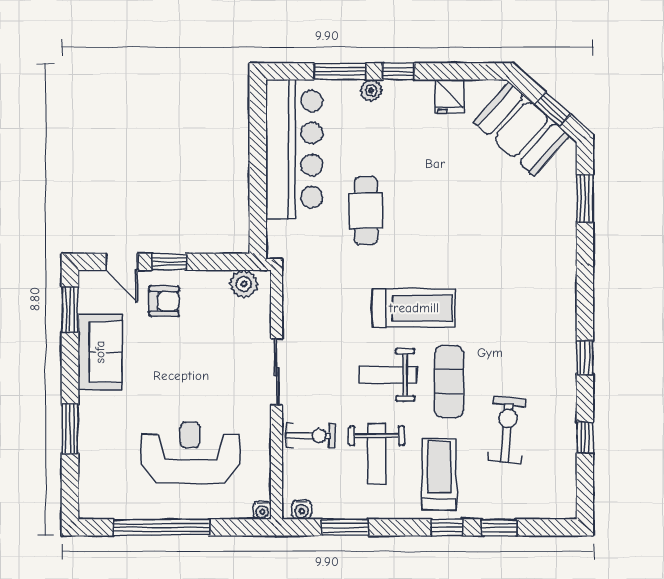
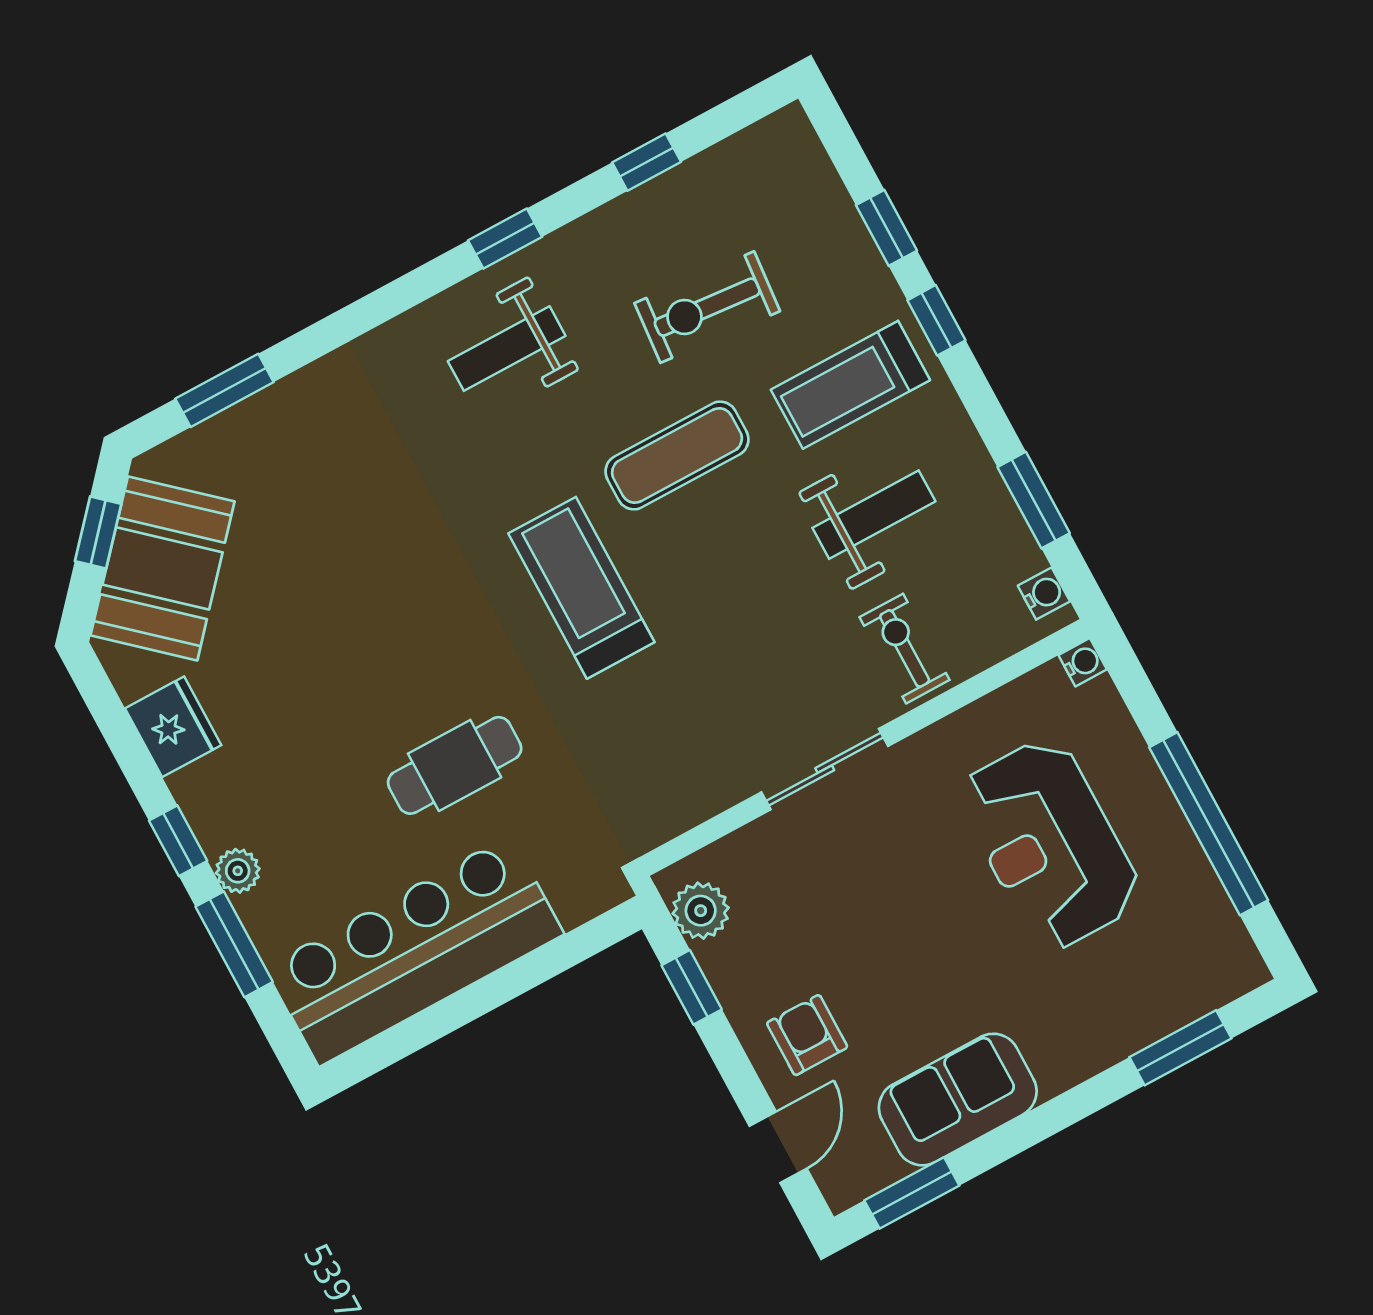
fridge: (450, 96) -> (173, 727), width x1.38
window: (169, 262) -> (692, 987), moved
weight bench: (388, 375) -> (507, 349), moved, turned 90
window: (70, 429) -> (1180, 1048), moved

